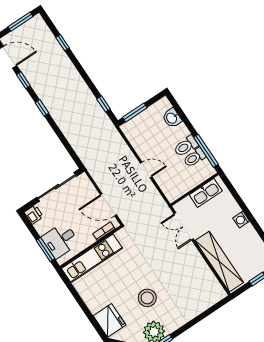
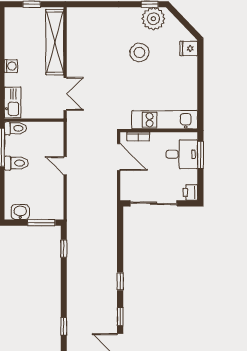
washbasin: (172, 118) -> (20, 212), moved, turned -90
toilet: (195, 158) -> (15, 128), moved
kitchen sink: (206, 193) -> (13, 103), moved, turned 90
fridge: (110, 320) -> (189, 48), width x0.53, depth x0.75

